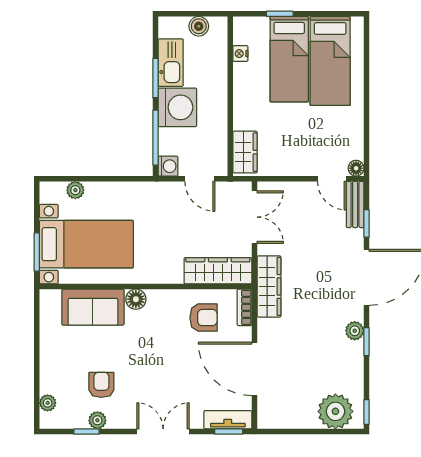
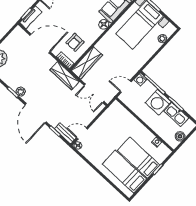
wardrobe: (245, 152) -> (120, 111), removed

